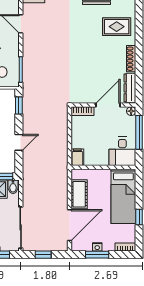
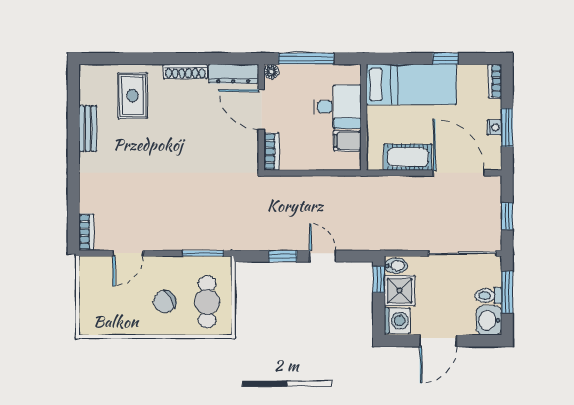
window: (19, 105) -> (283, 256), moved
desk: (122, 151) -> (338, 107), moved
filing cabinet: (77, 157) -> (347, 141), moved

